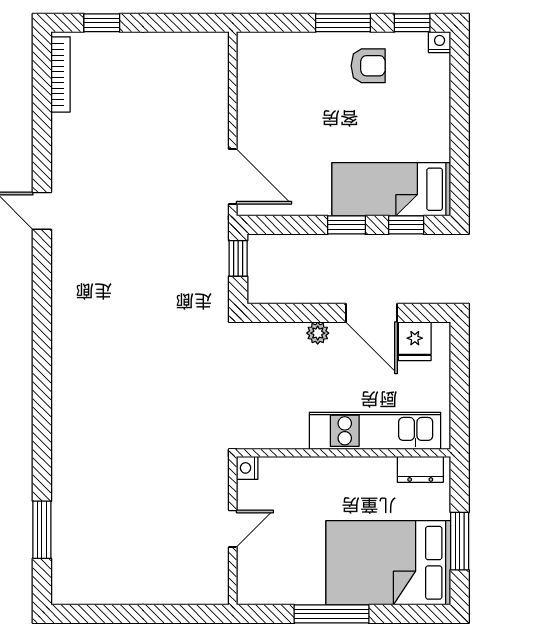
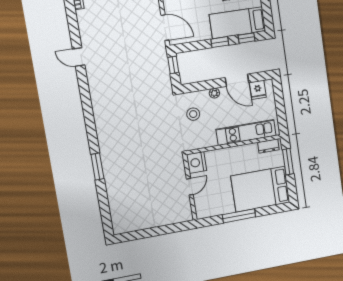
stool: (265, 371) -> (193, 114), added
nightstand: (247, 468) -> (197, 162), width x1.89, depth x1.79
window: (42, 530) -> (97, 167), moved
window: (460, 541) -> (288, 162), moved

